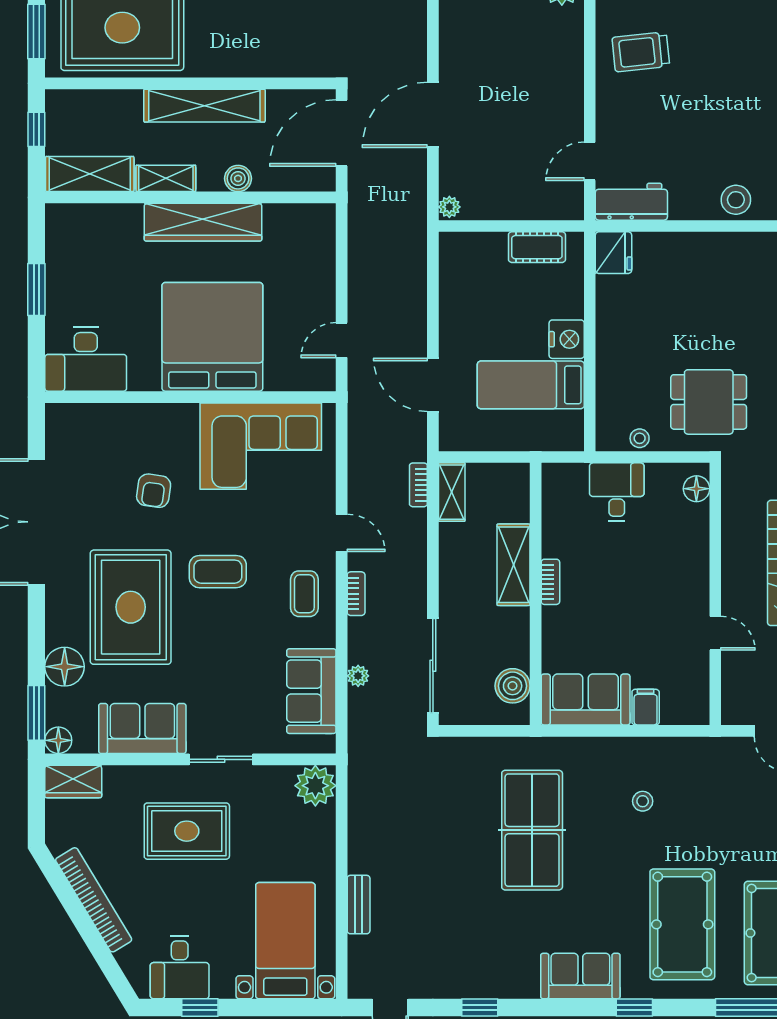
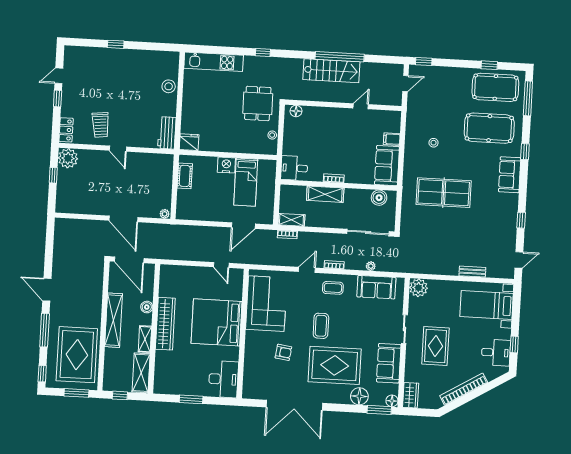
door: (590, 161) -> (118, 149), moved
desk: (617, 492) -> (294, 168), moved

